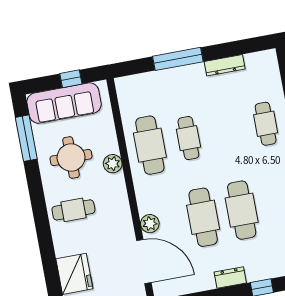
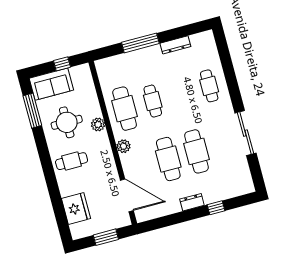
sofa: (64, 103) -> (51, 84), width x0.73
plant: (150, 224) -> (124, 146), moved

